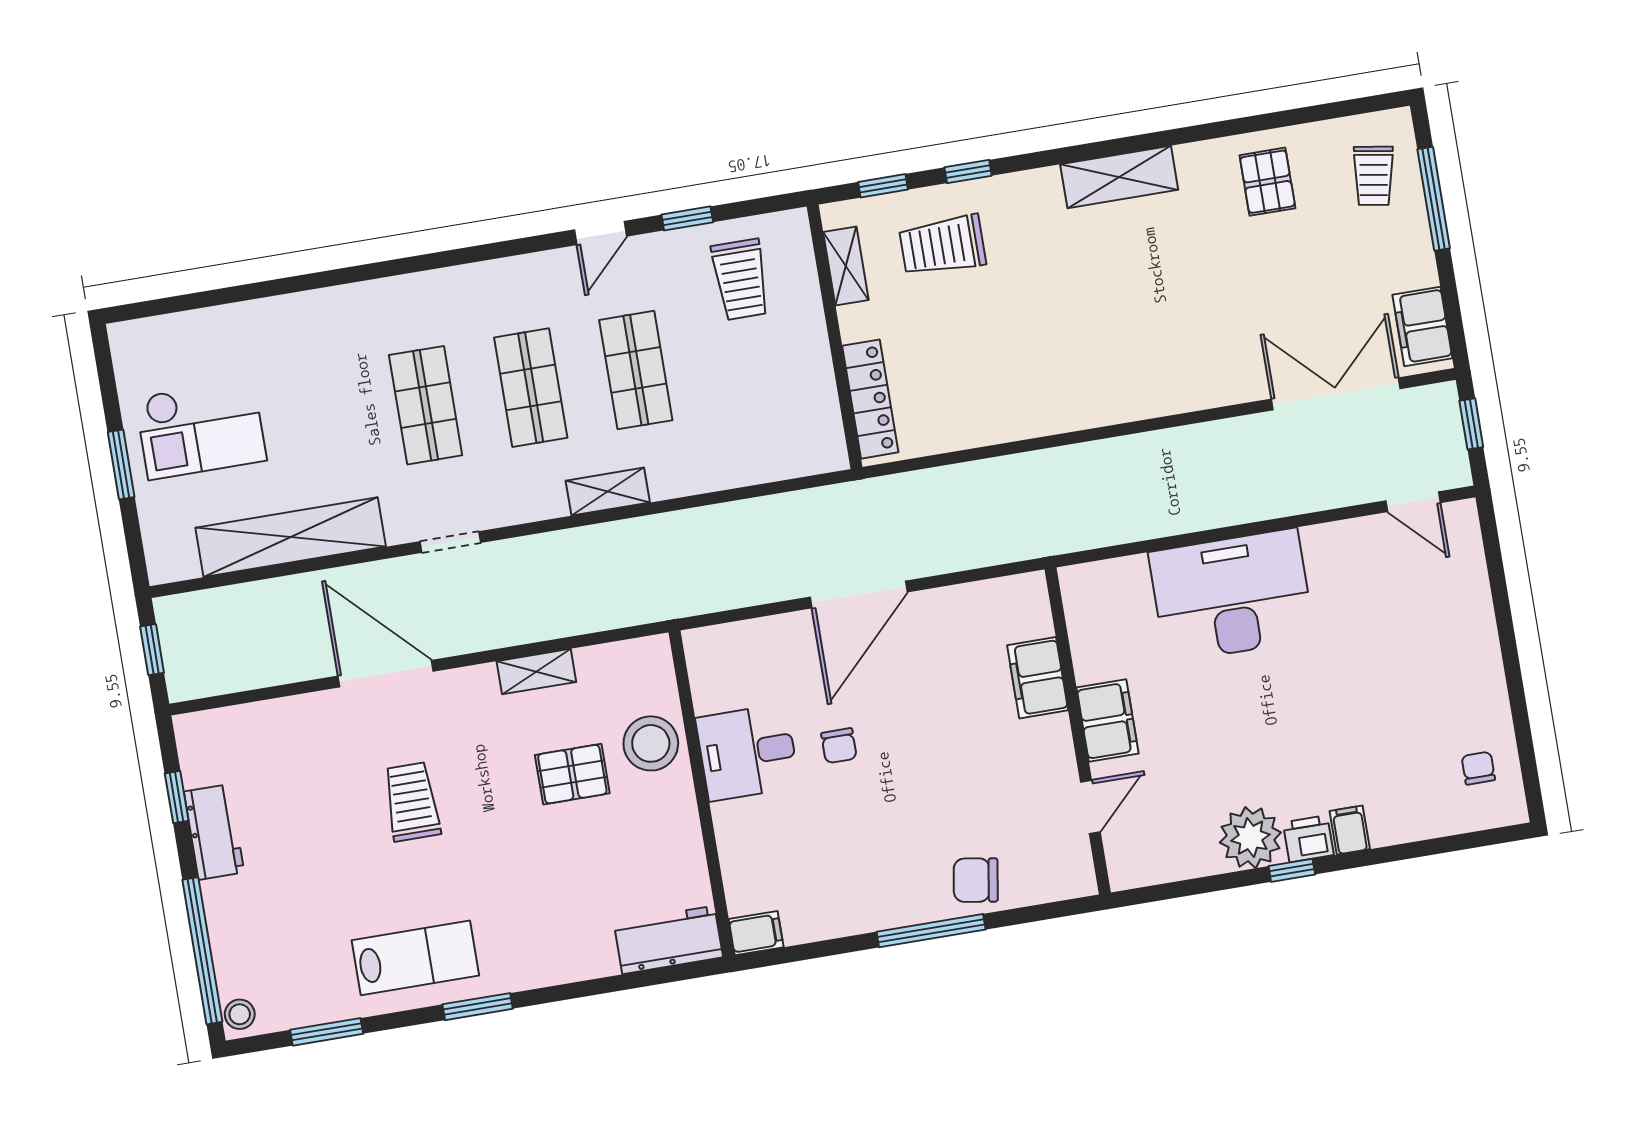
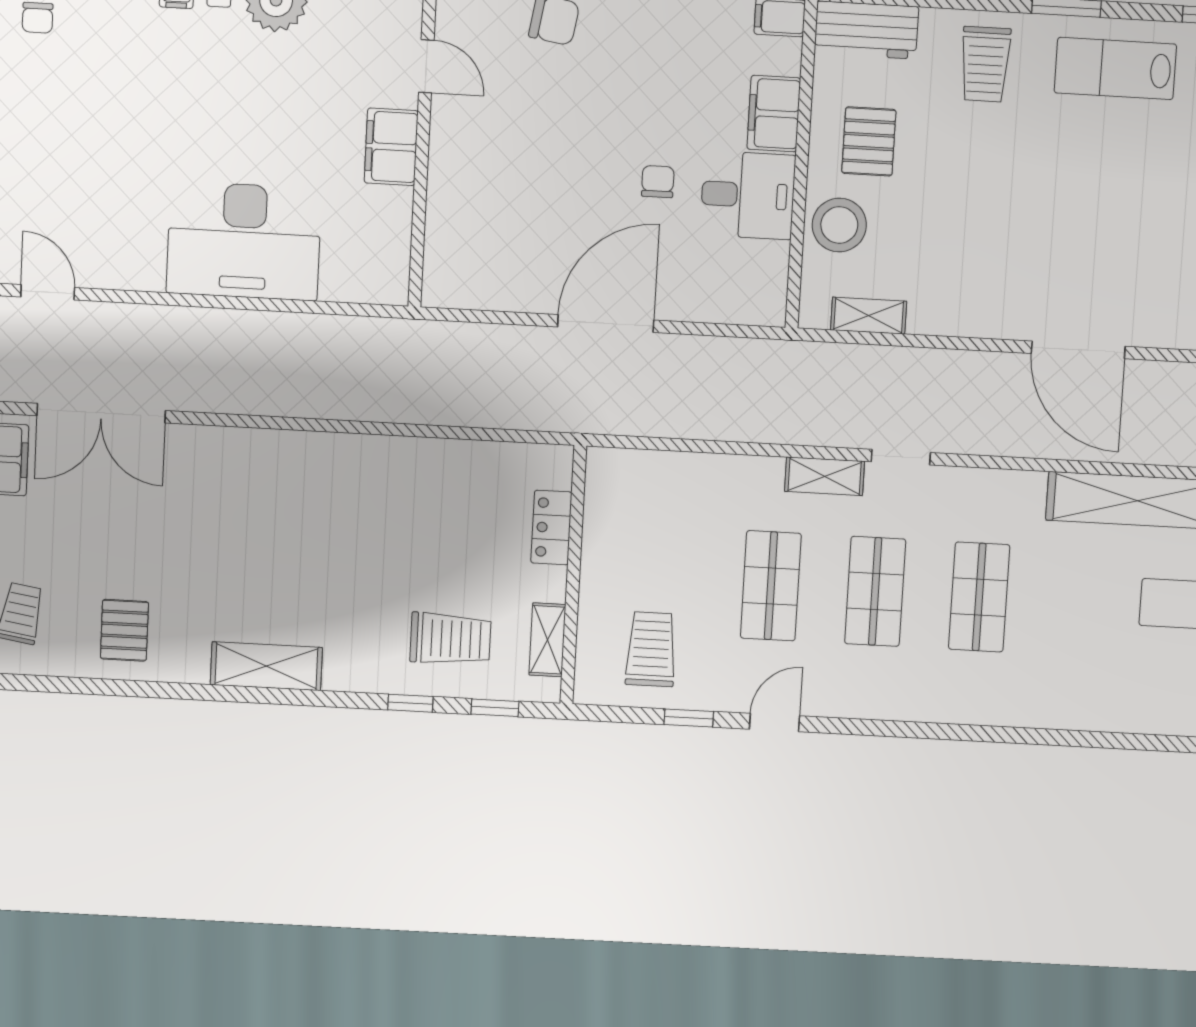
locker: (870, 399) -> (551, 528), width x0.66
doorway: (450, 542) -> (901, 457), moved
shelving: (536, 672) -> (869, 316), moved
filing cabinet: (1038, 678) -> (774, 114), moved, turned 180
pallet: (572, 774) -> (869, 141), moved, turned 90
trolley: (412, 802) -> (985, 64), moved
door: (1090, 807) -> (426, 66), swing flipped

